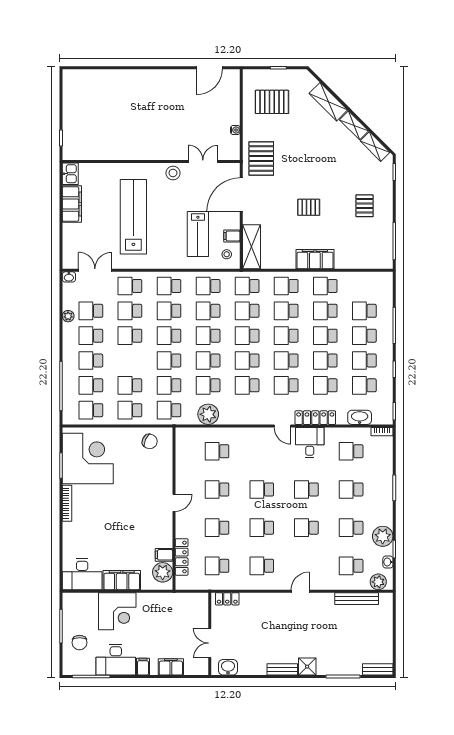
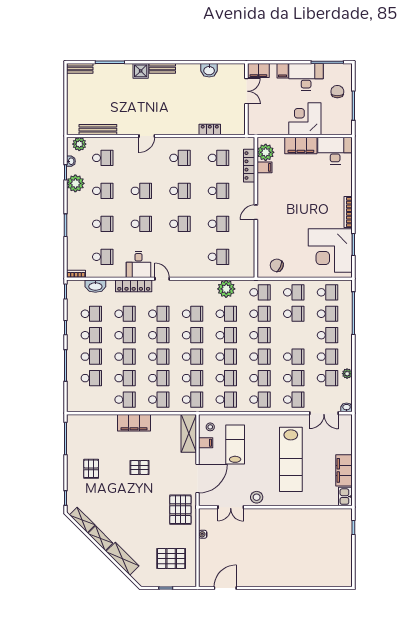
wall: (210, 634) -> (246, 99), moved
double door: (210, 643) -> (246, 91), moved

